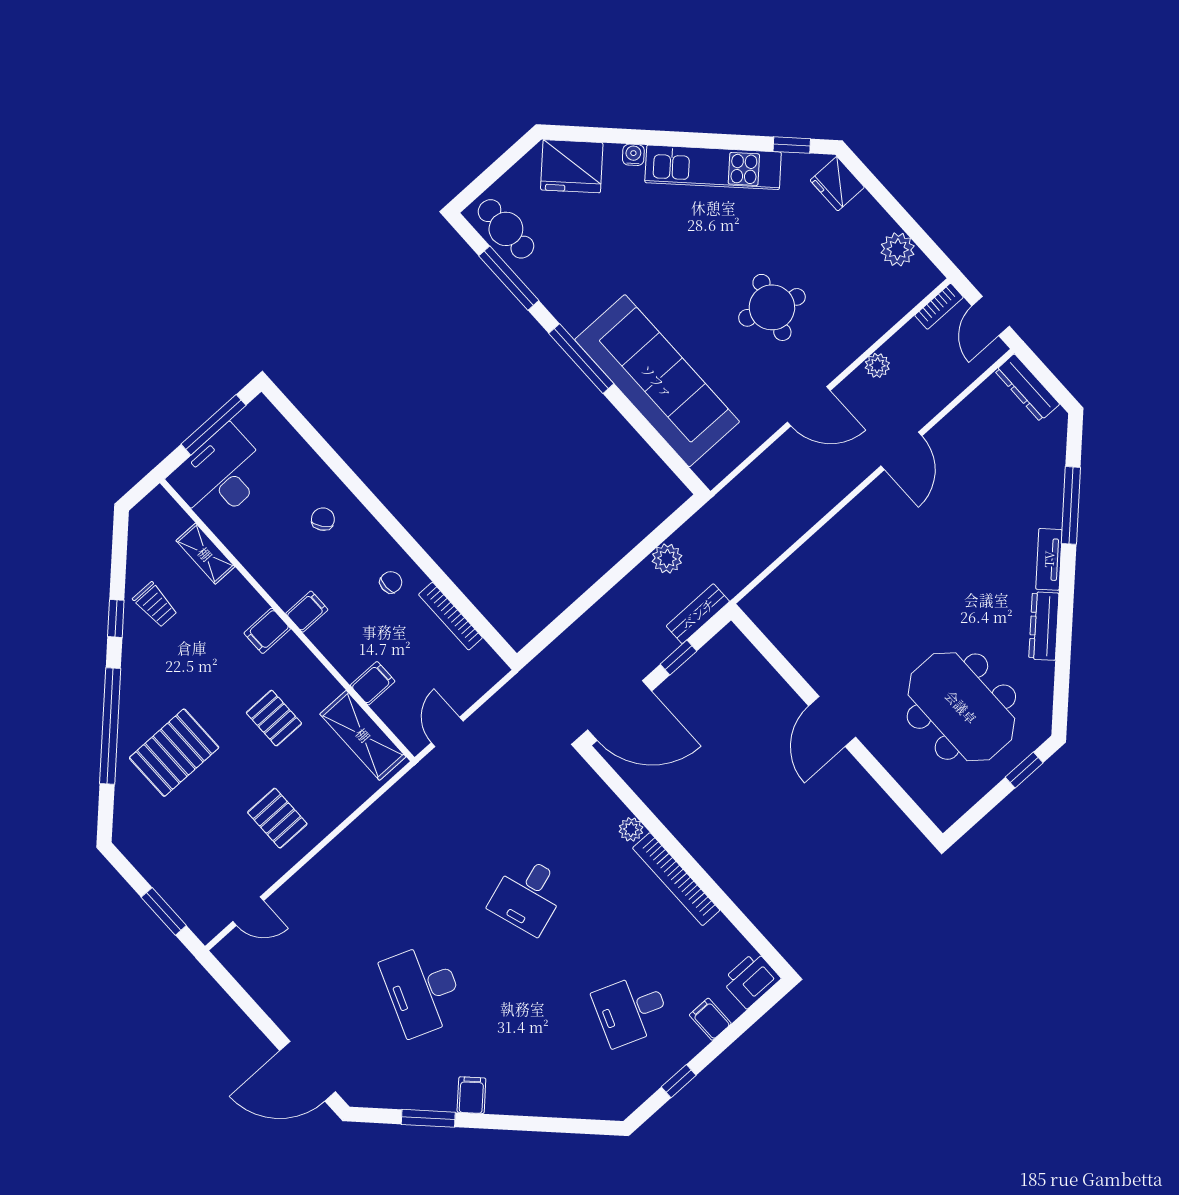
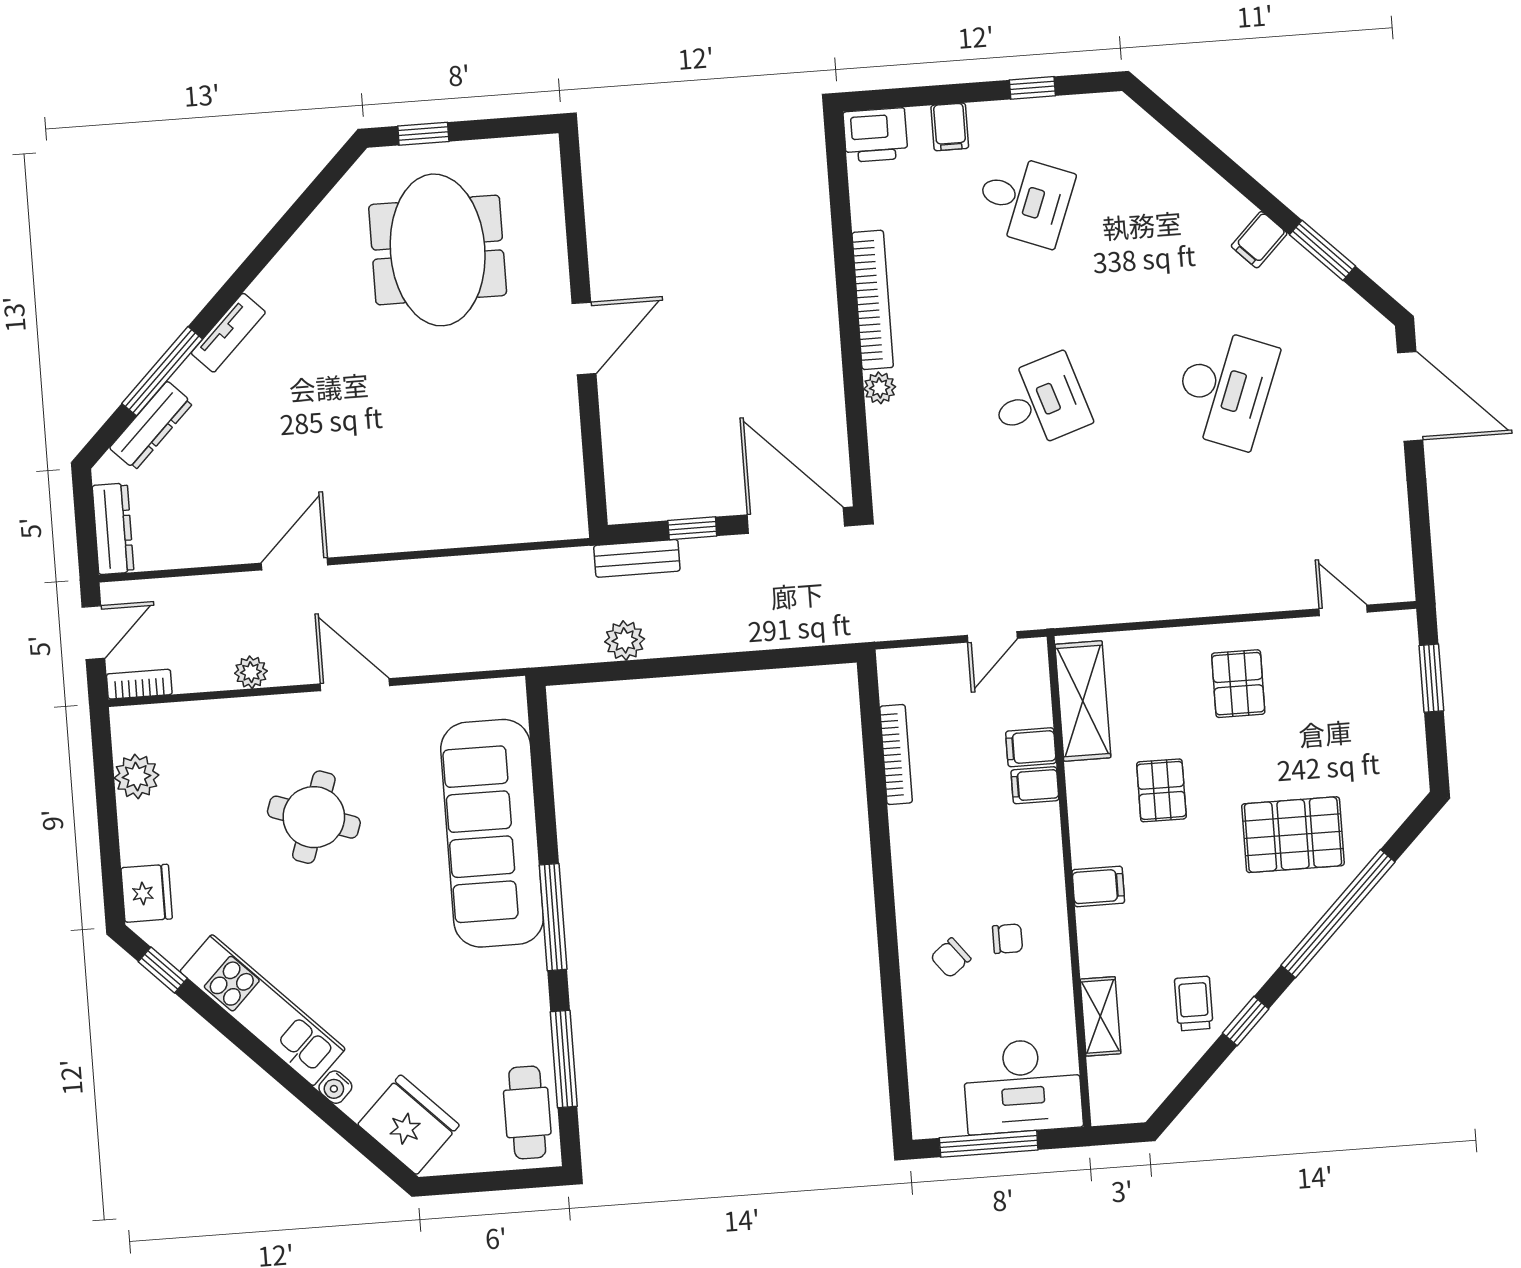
chair: (391, 582) -> (1008, 939), moved, turned 180
filing cabinet: (307, 612) -> (1035, 785), moved
dresser: (1044, 626) -> (151, 426), moved

